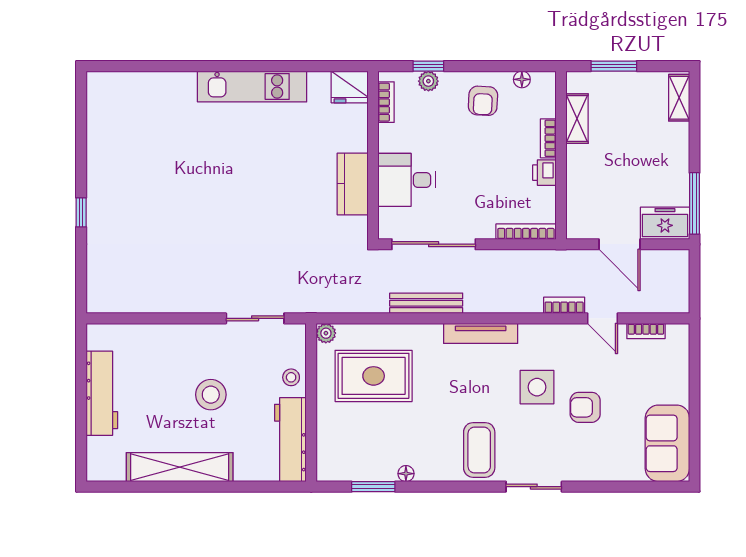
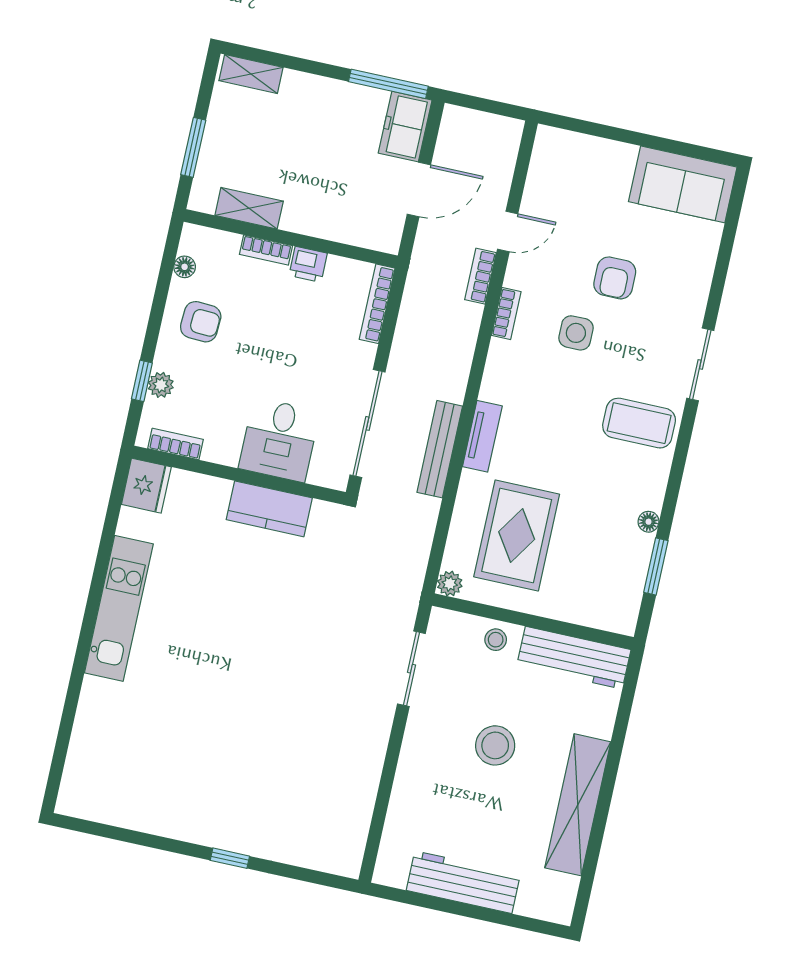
bookcase: (646, 331) -> (506, 314), moved
tv unit: (481, 333) -> (482, 436), moved, width x0.71
side table: (537, 387) -> (576, 333), width x0.73, depth x0.73

